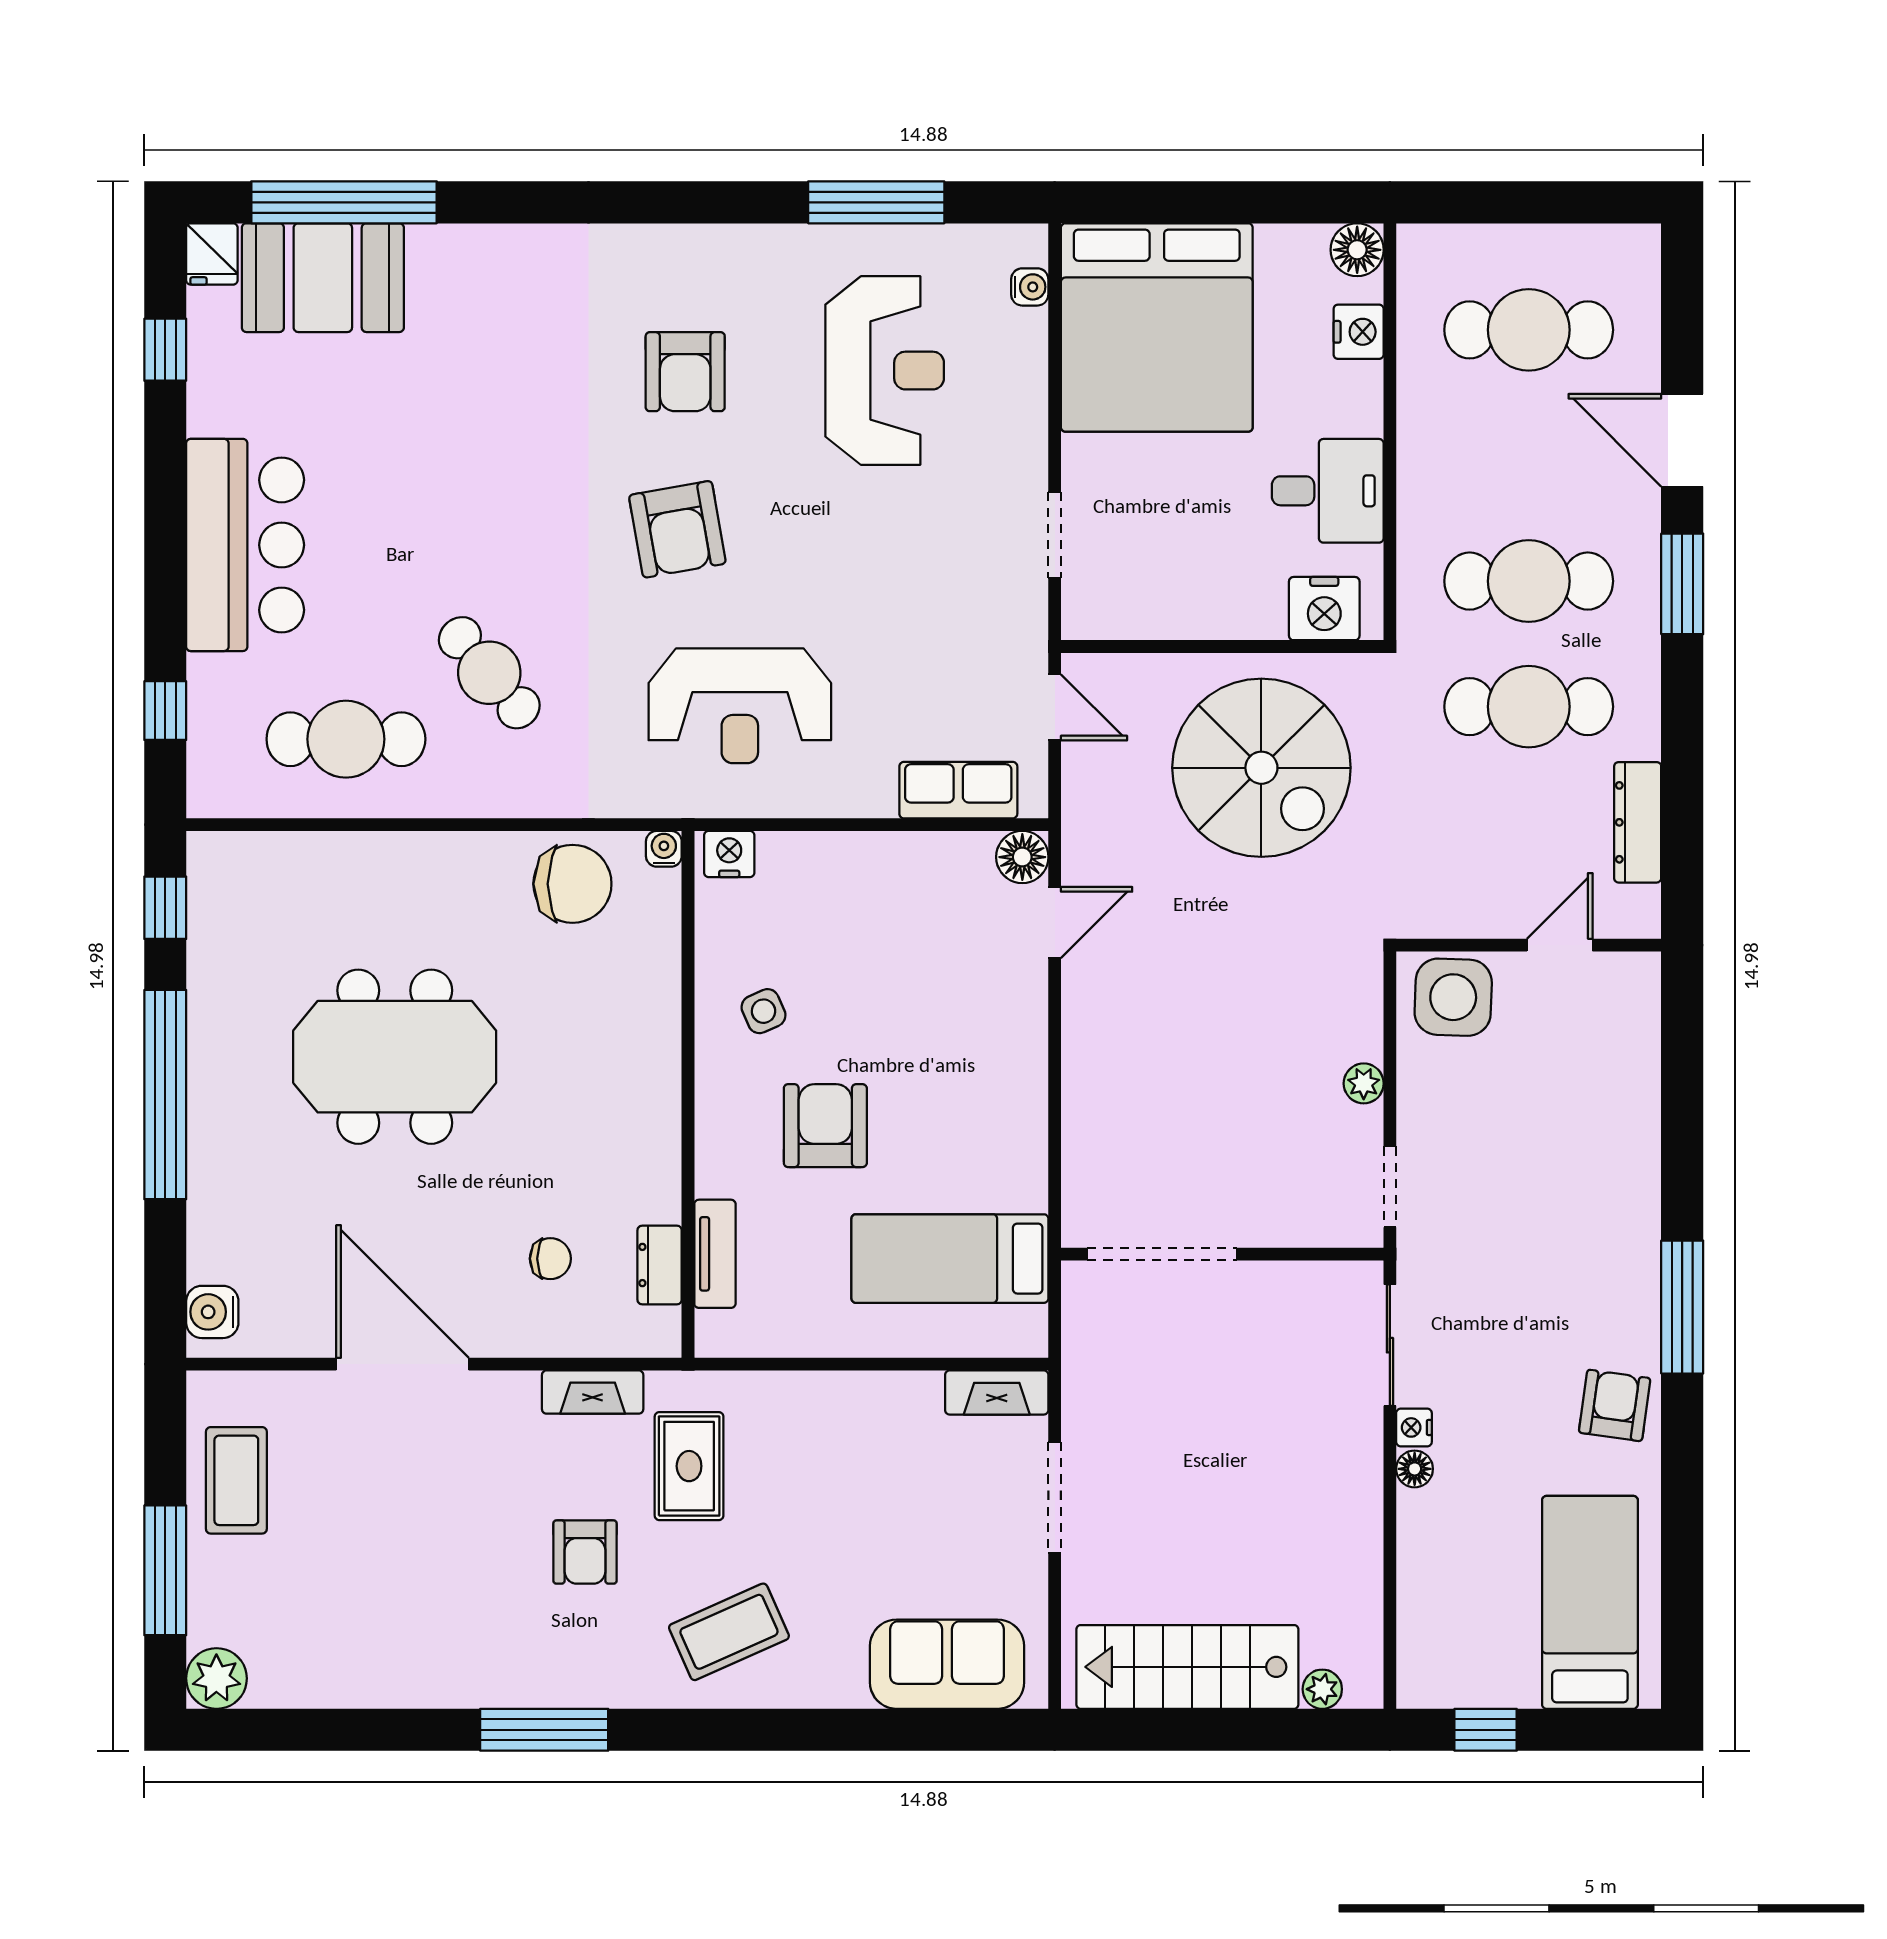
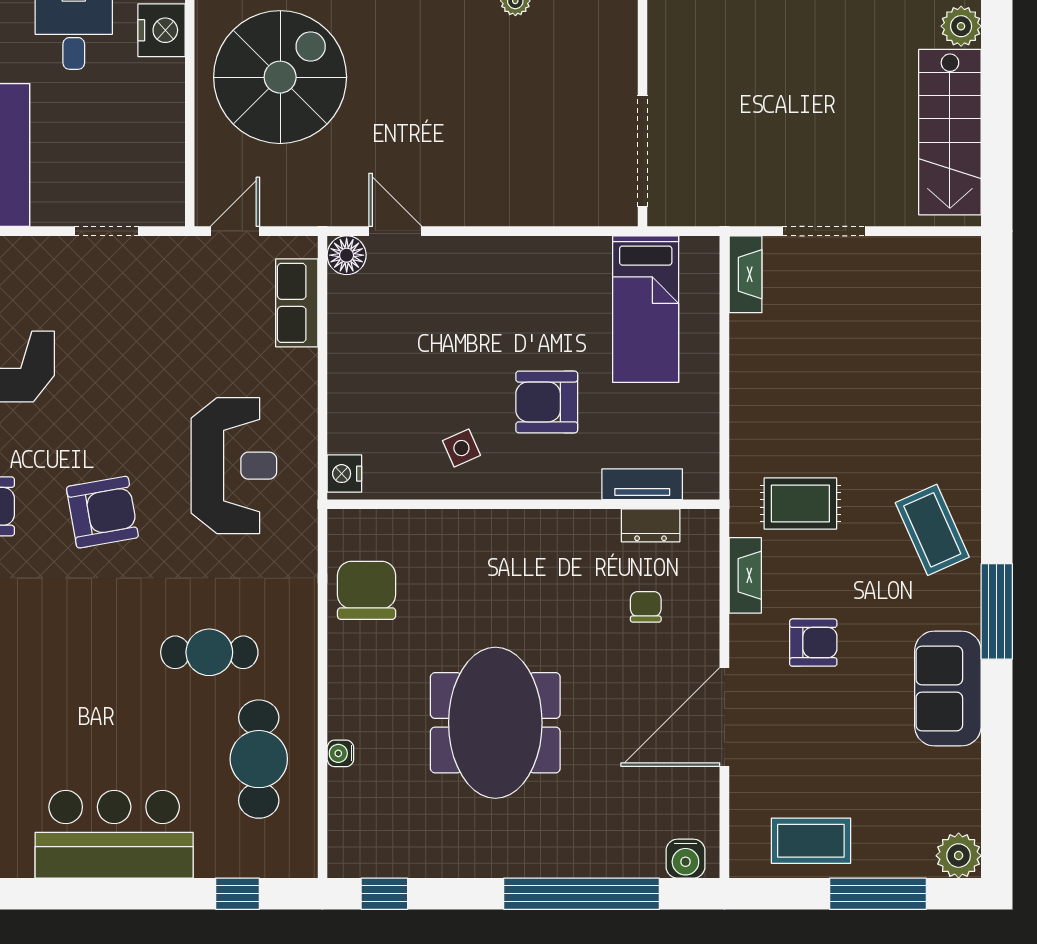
cafe table: (489, 673) -> (209, 652), turned 40
water cooler: (664, 849) -> (340, 753), moved
window: (165, 1095) -> (581, 894), moved
armchair: (585, 1552) -> (813, 643), moved
coffee table: (729, 1632) -> (932, 530), moved
sofa: (947, 1664) -> (948, 688), moved
plant: (1322, 1689) -> (961, 26), width x1.38, depth x1.38

